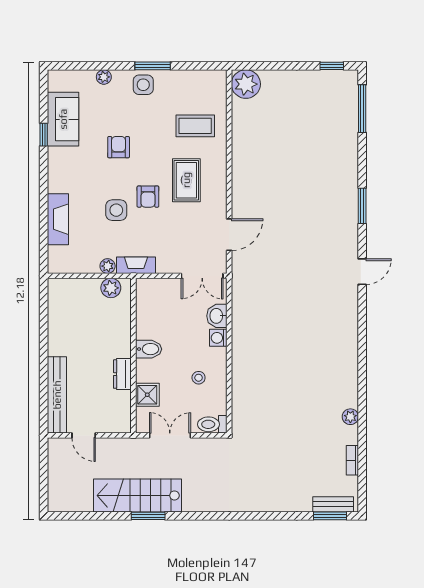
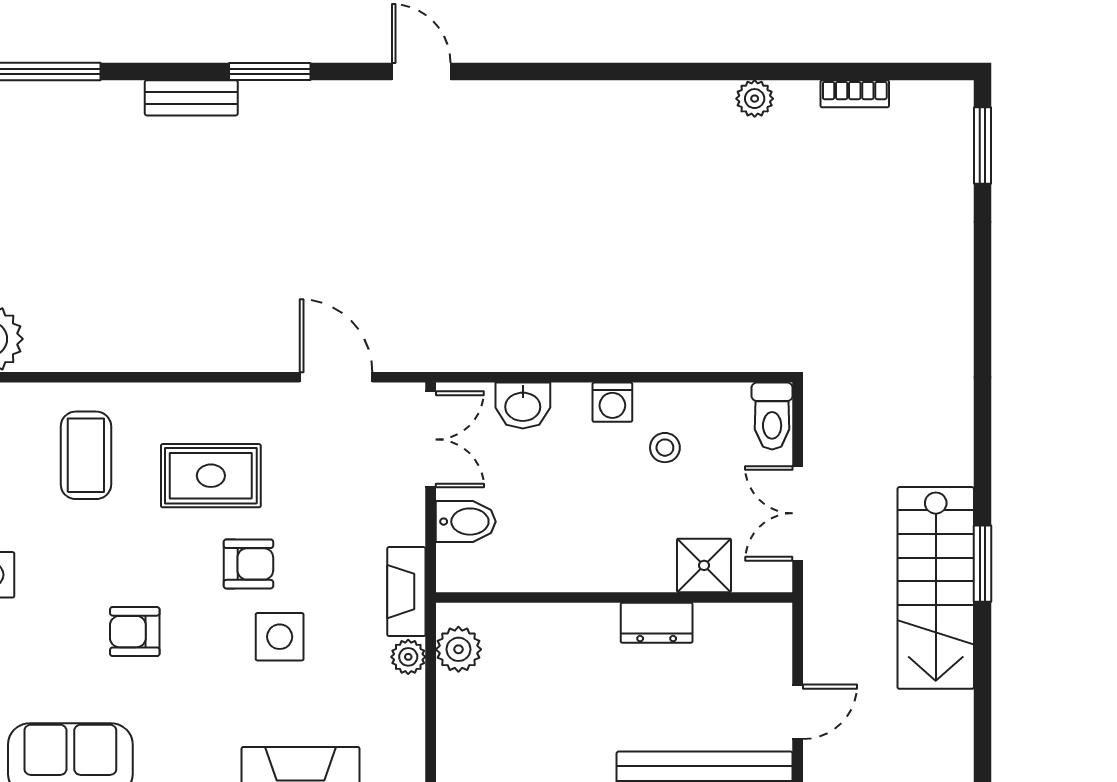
washing machine: (218, 338) -> (612, 402), moved
bidet: (149, 349) -> (466, 522), moved, turned 90
bench: (333, 504) -> (191, 98), moved, turned 90

